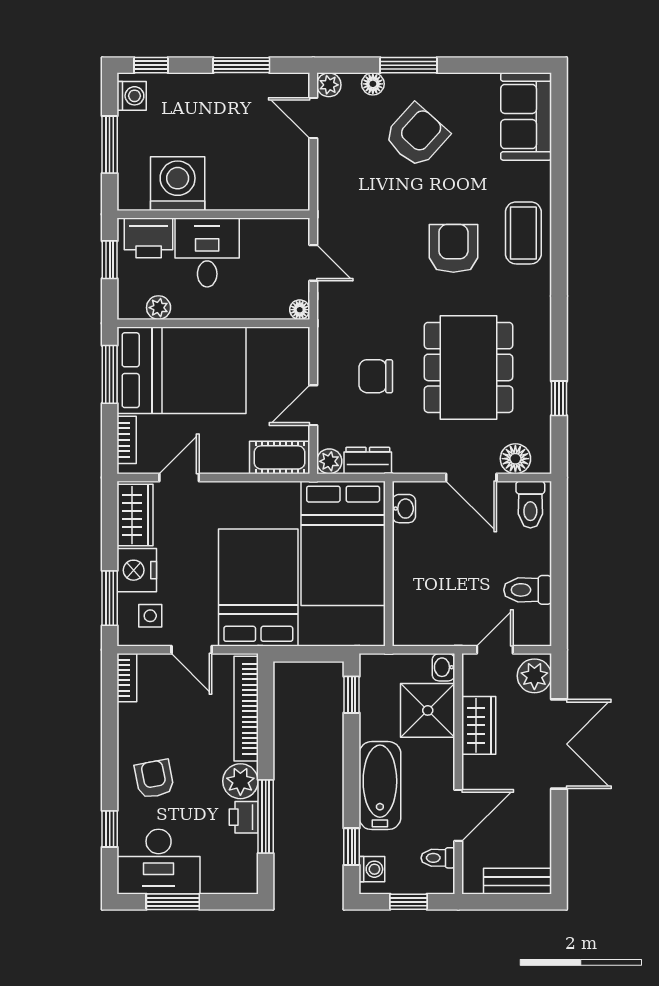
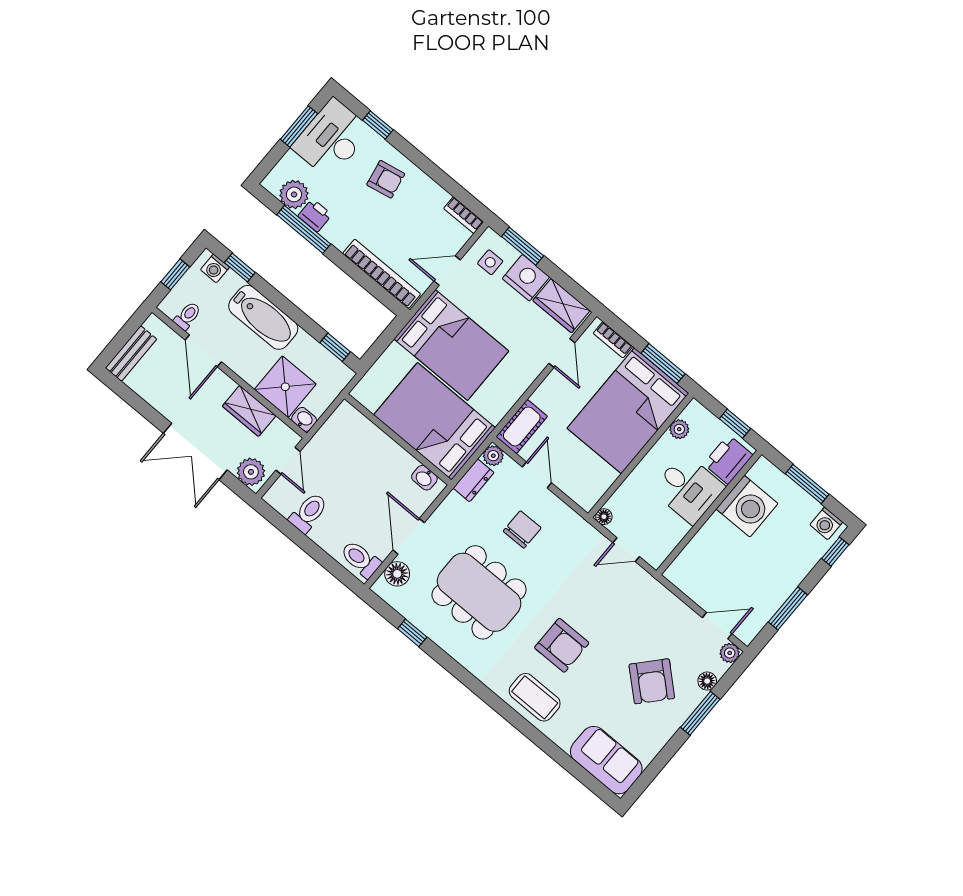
door: (471, 477) -> (409, 536), hinge flipped
plant: (240, 781) -> (294, 194), moved

